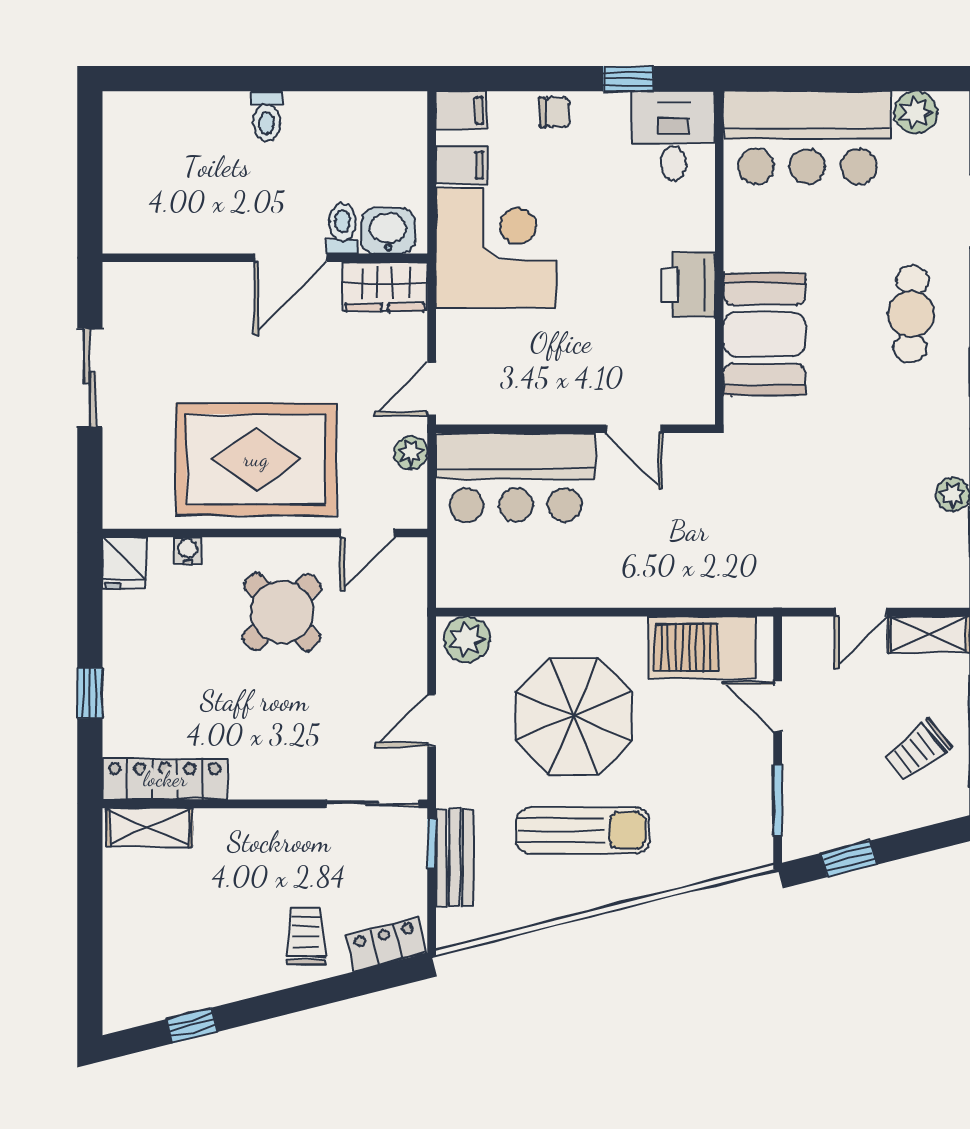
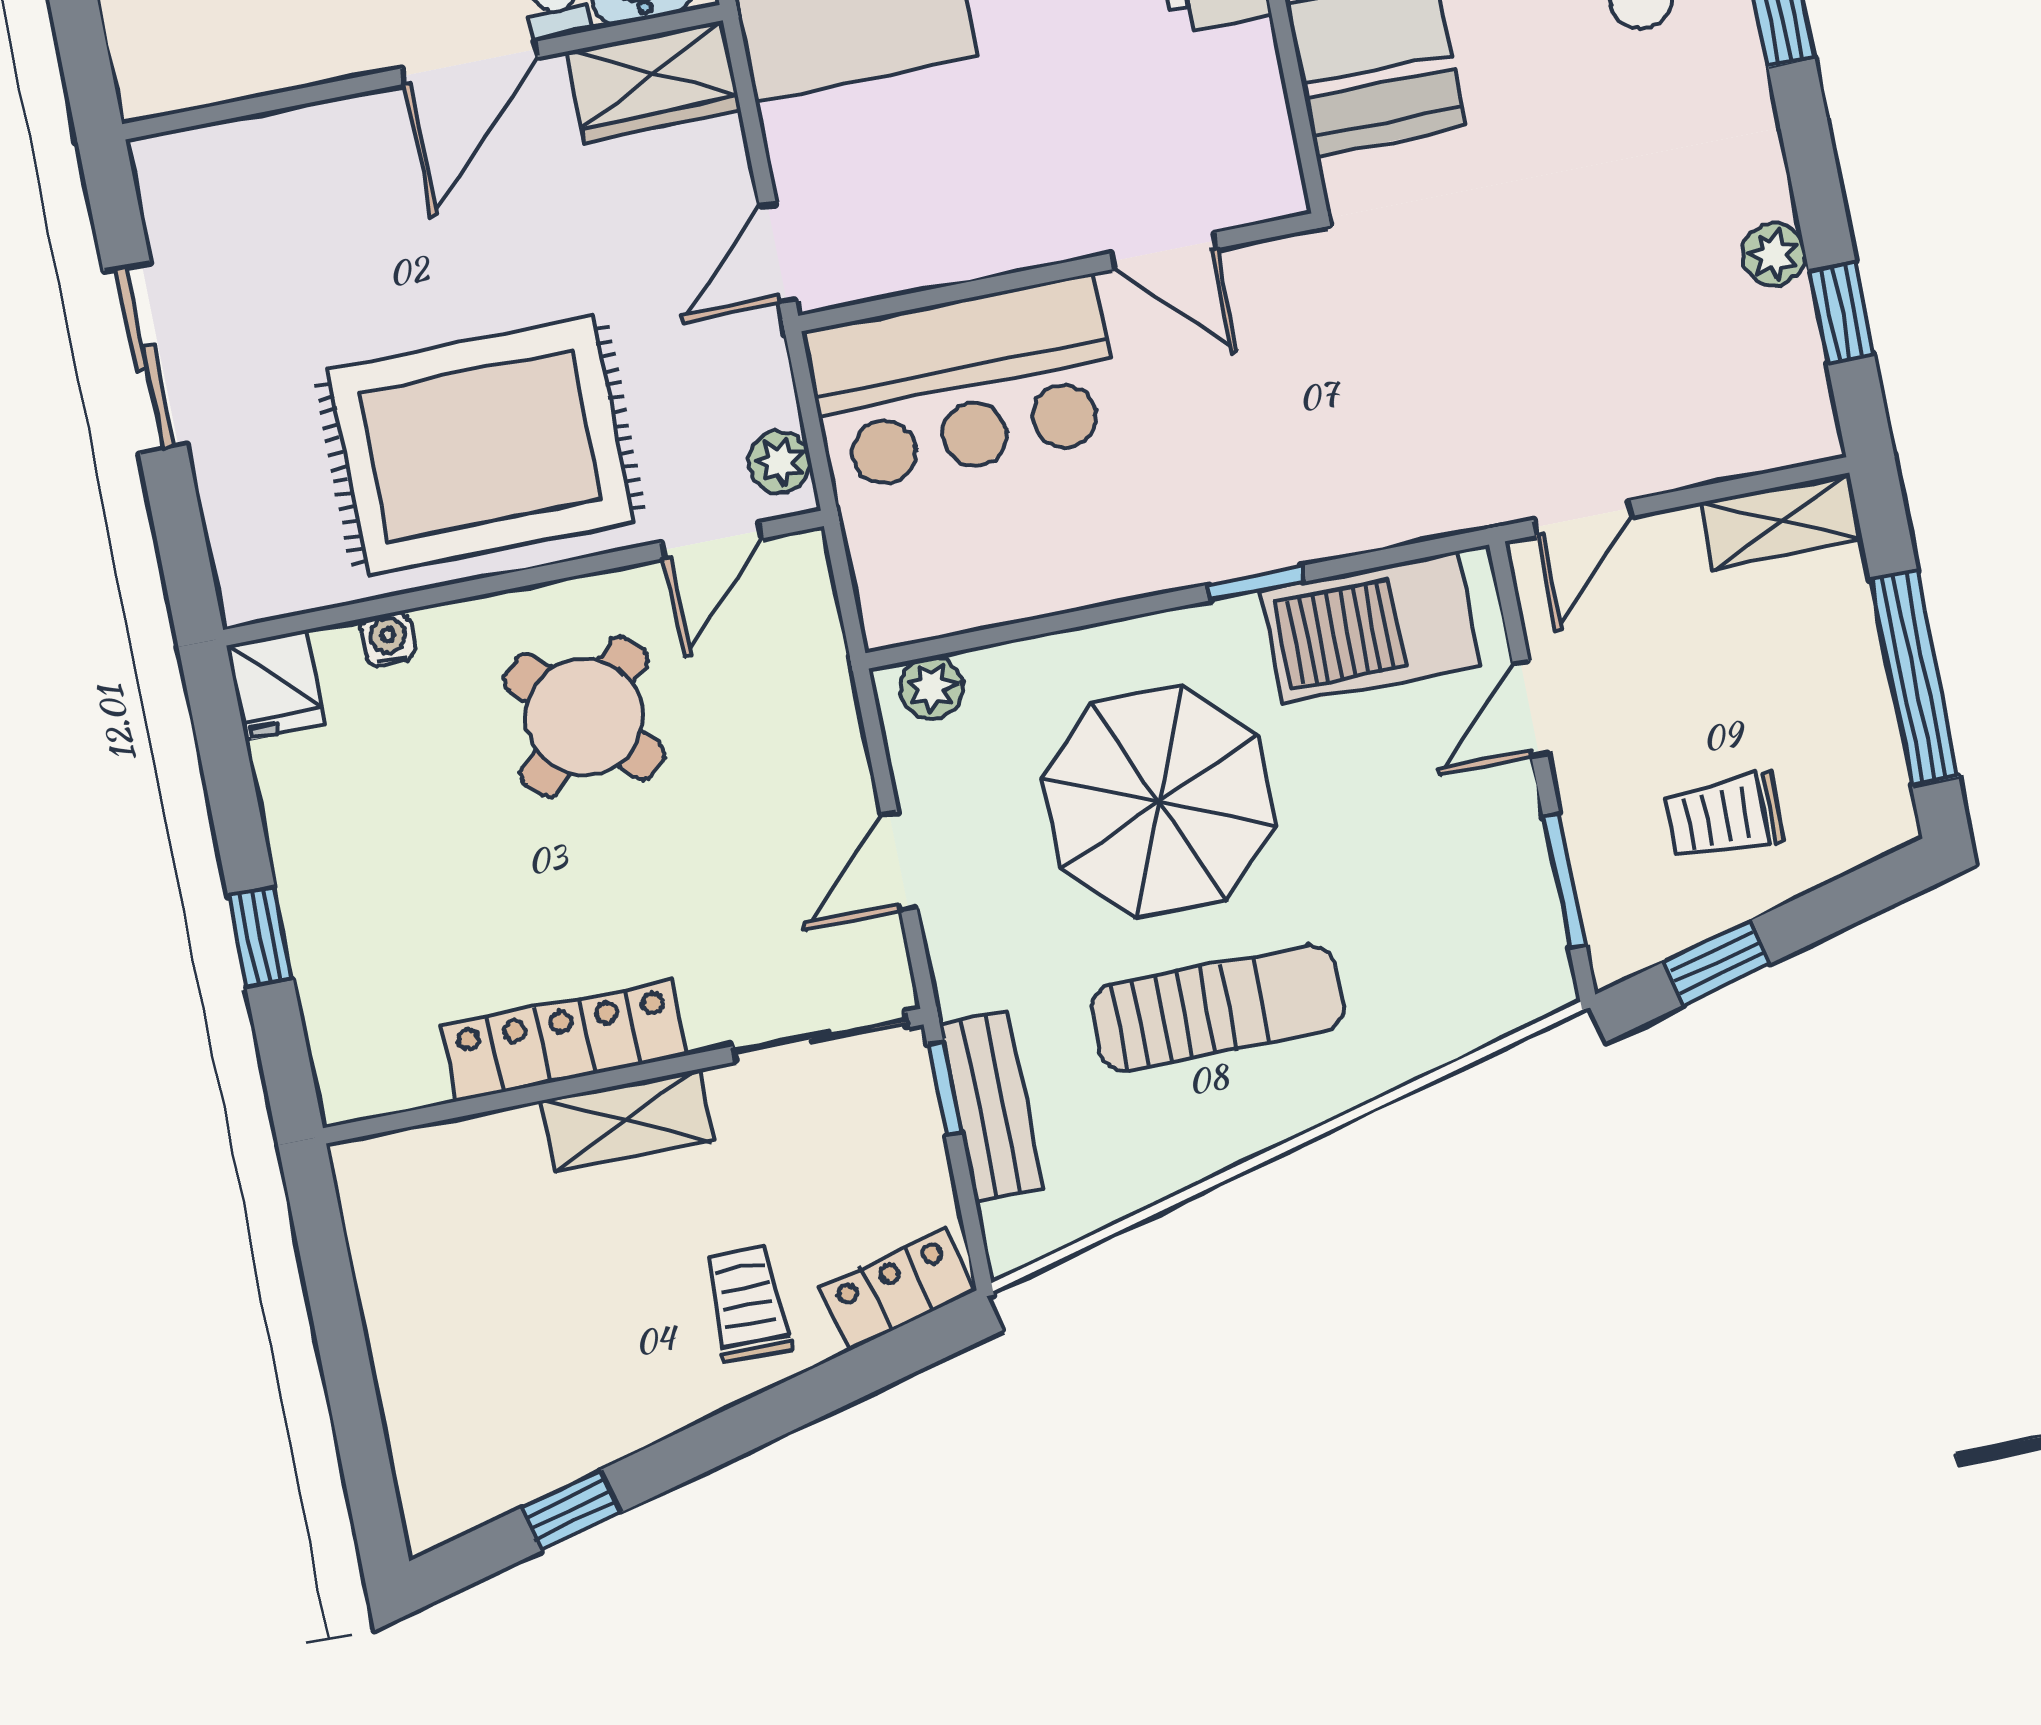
plant: (411, 453) -> (780, 462), moved
window: (647, 612) -> (1256, 583), added
door: (861, 612) -> (1583, 518), moved
plant: (467, 639) -> (932, 688), width x0.73, depth x0.73
door: (778, 706) -> (1530, 709), hinge flipped
trolley: (917, 750) -> (1725, 817), moved, turned 38
locker: (165, 779) -> (564, 1040), moved
shelving: (149, 827) -> (627, 1120), moved

